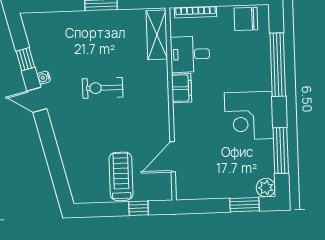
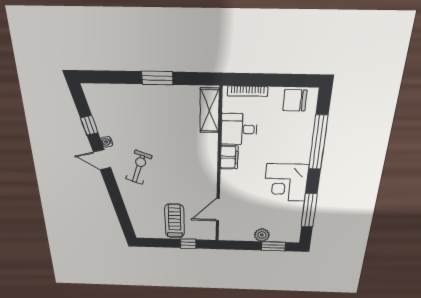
exercise bike: (103, 88) -> (139, 167), moved, turned 110
plant: (266, 188) -> (262, 235), moved

